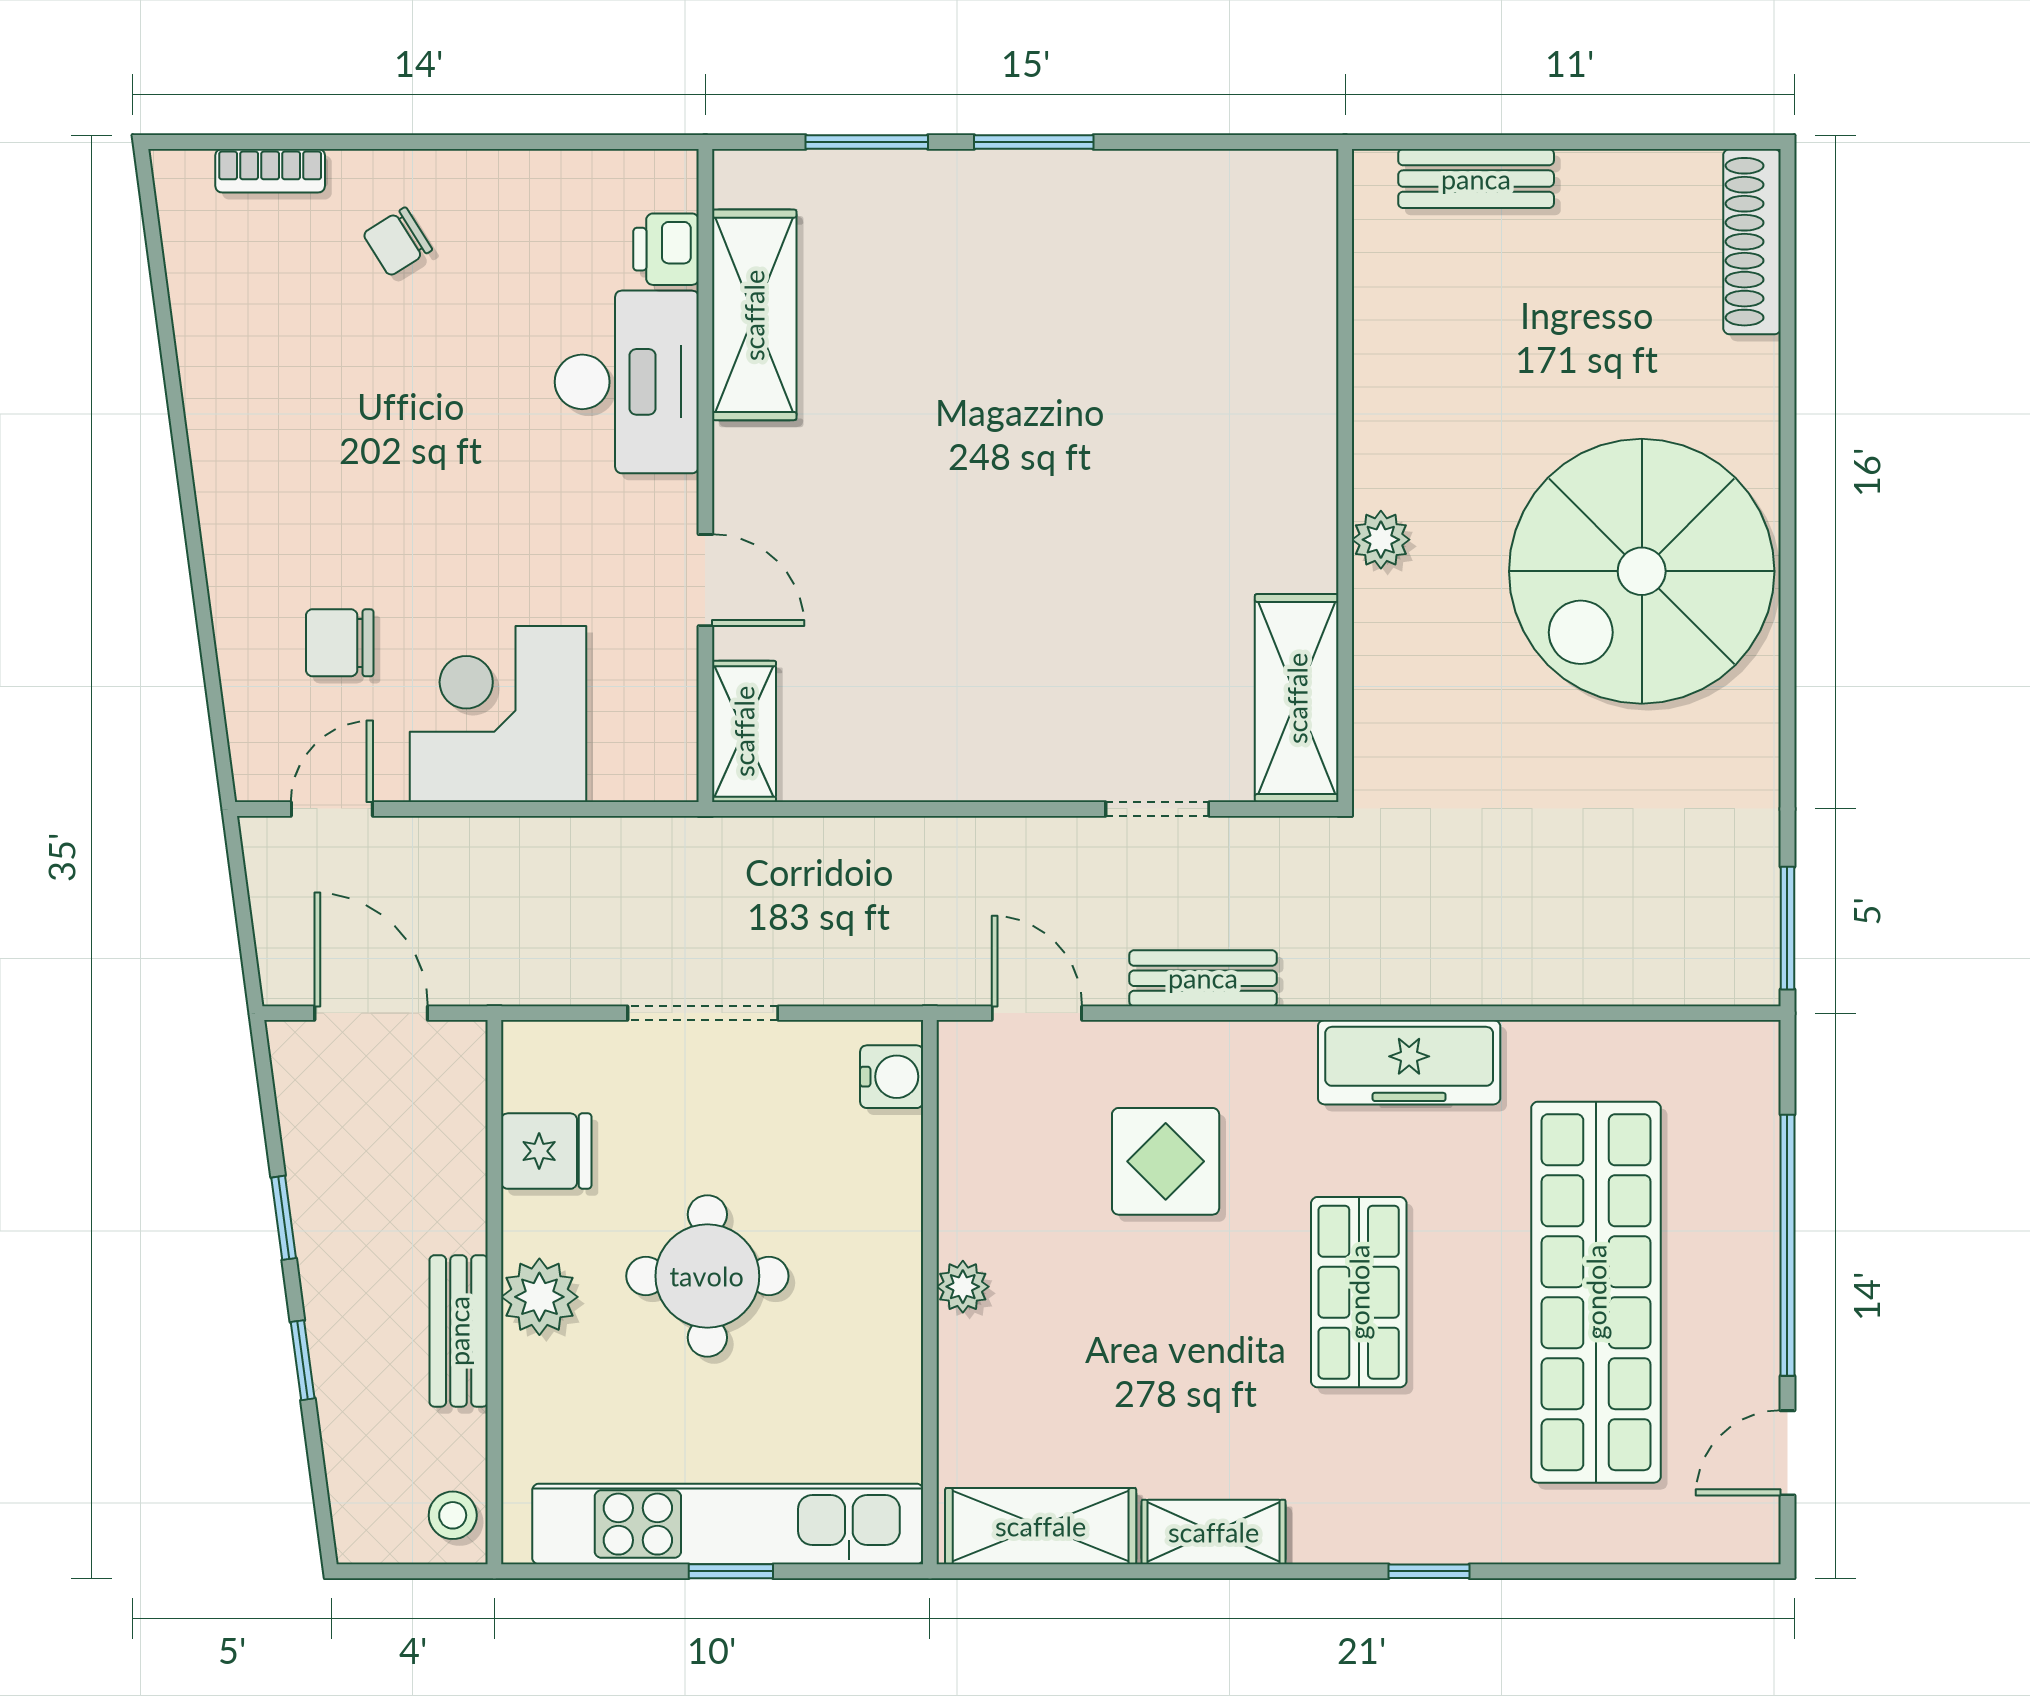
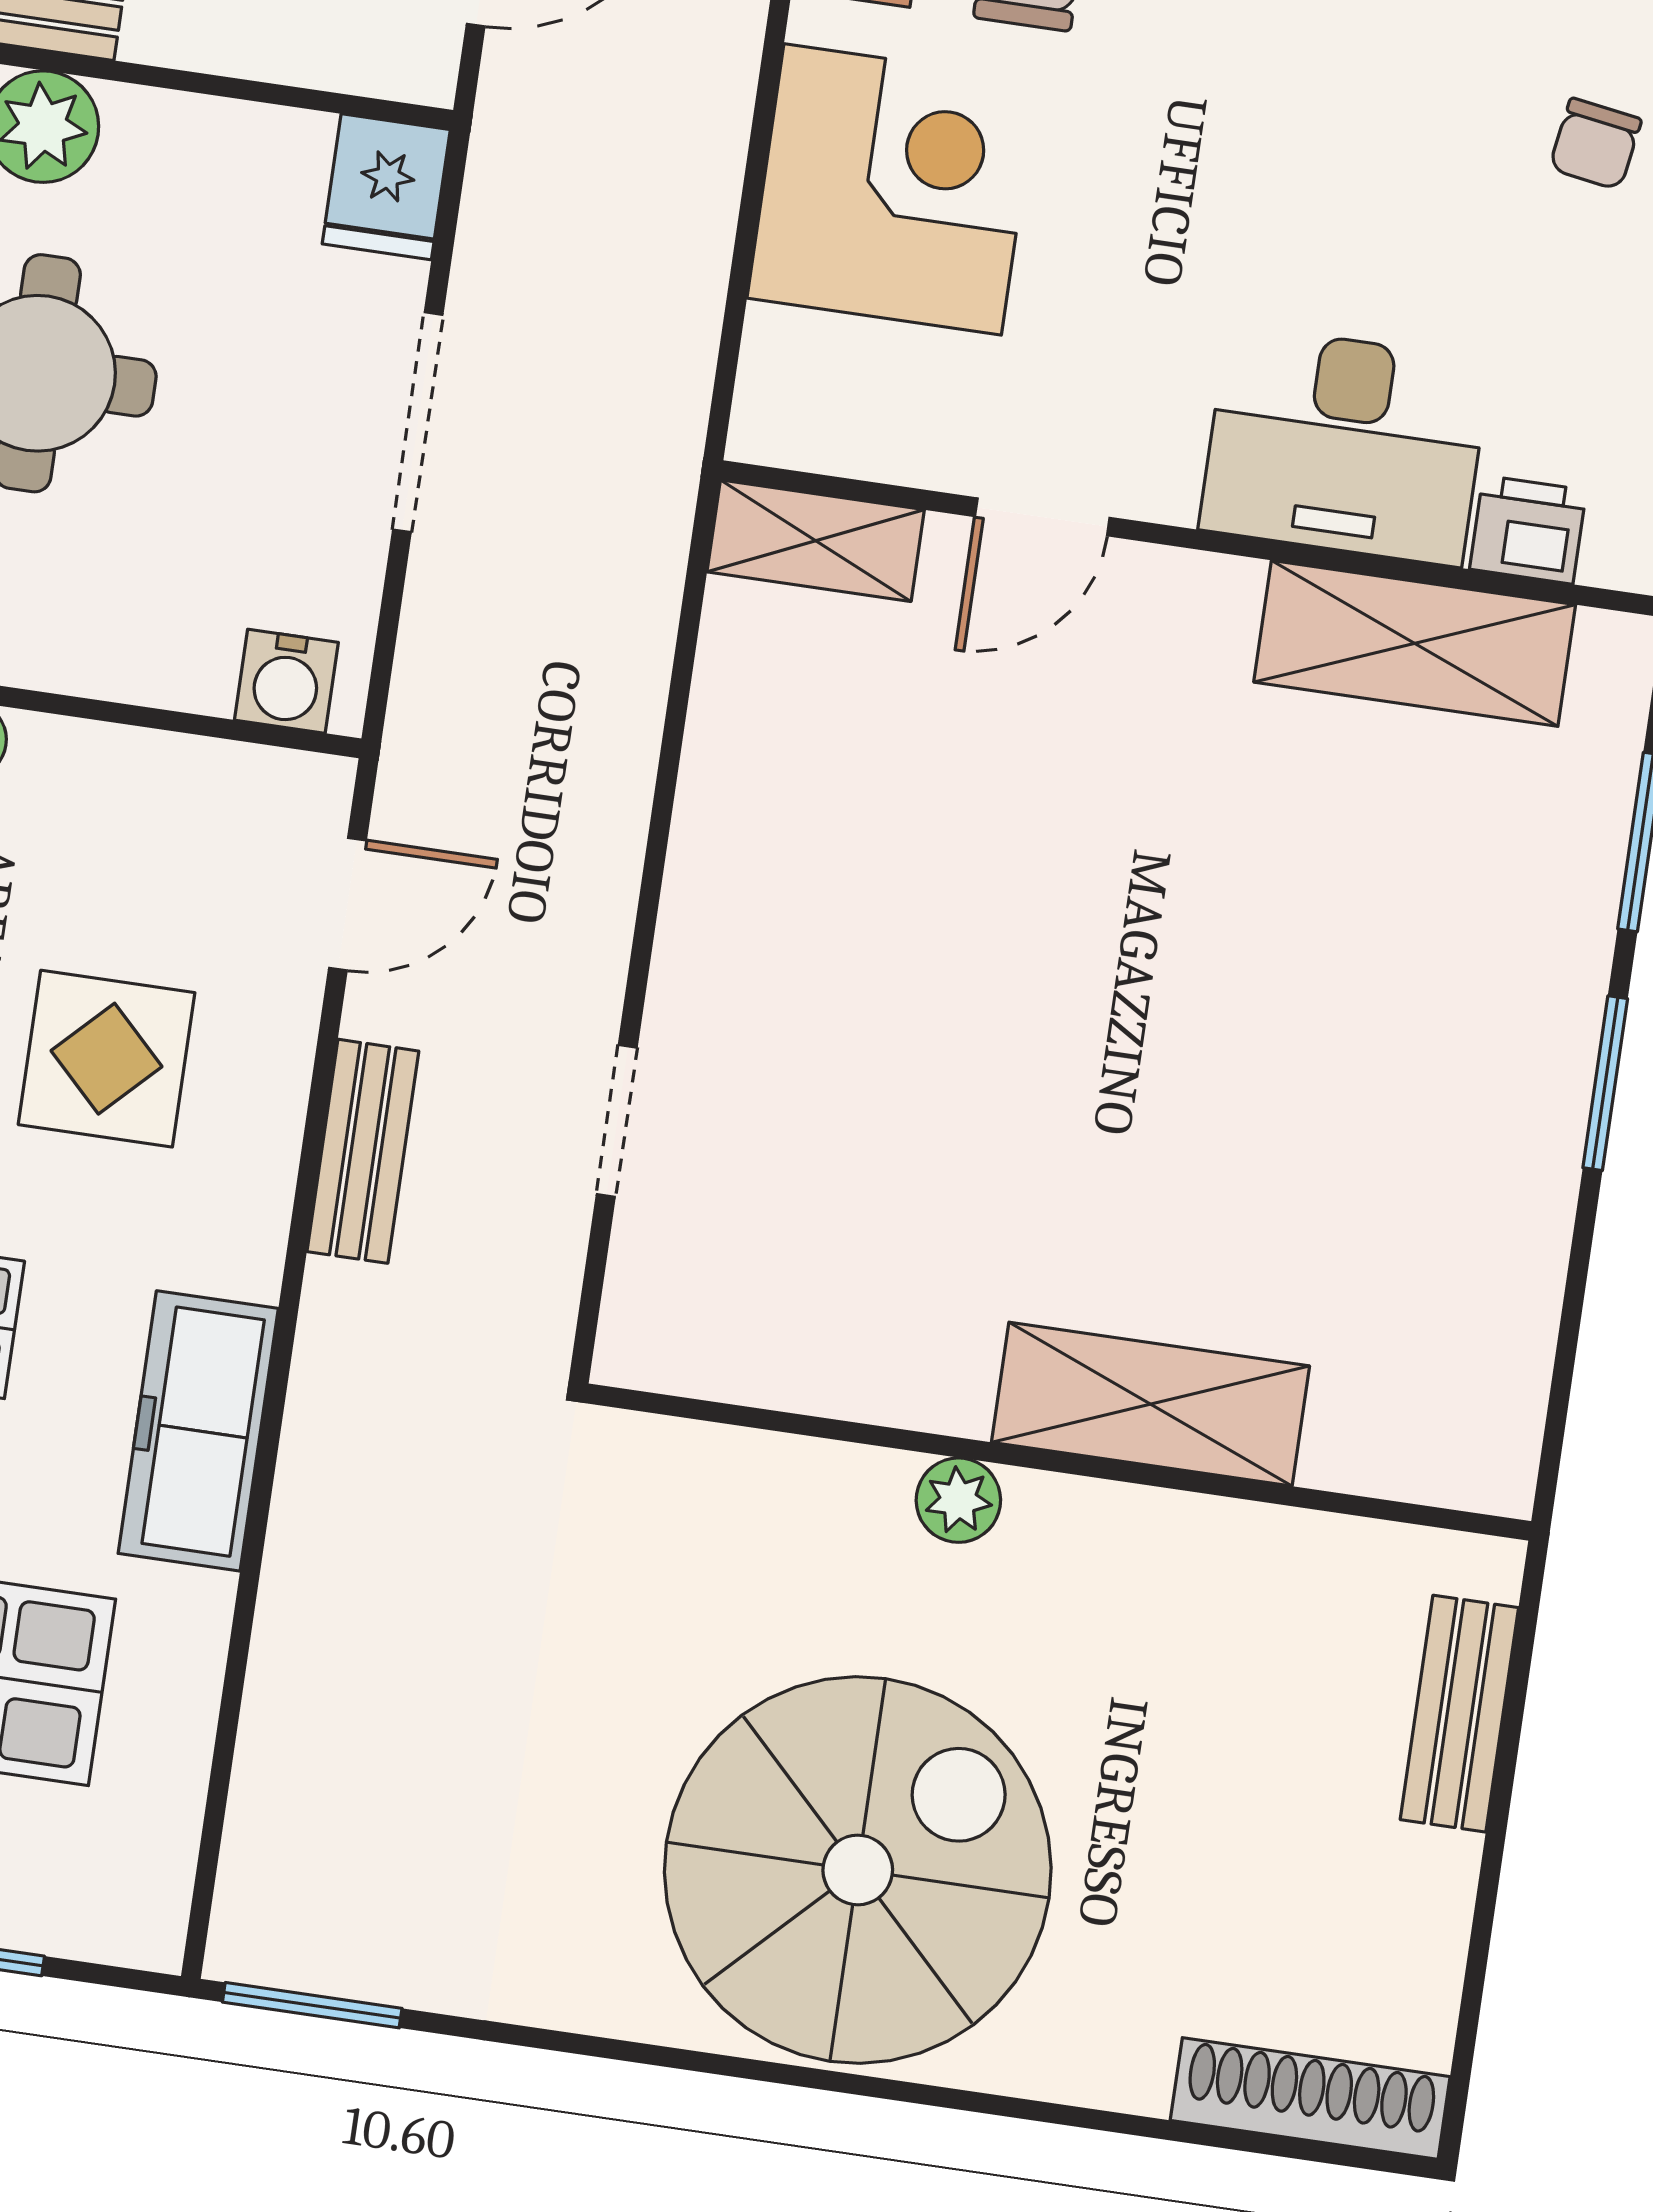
chair: (398, 242) -> (1595, 144), turned -139
spiral stairs: (1642, 571) -> (858, 1870), turned 90
shelving: (1297, 698) -> (1150, 1404), moved
fridge: (546, 1151) -> (386, 187), moved

